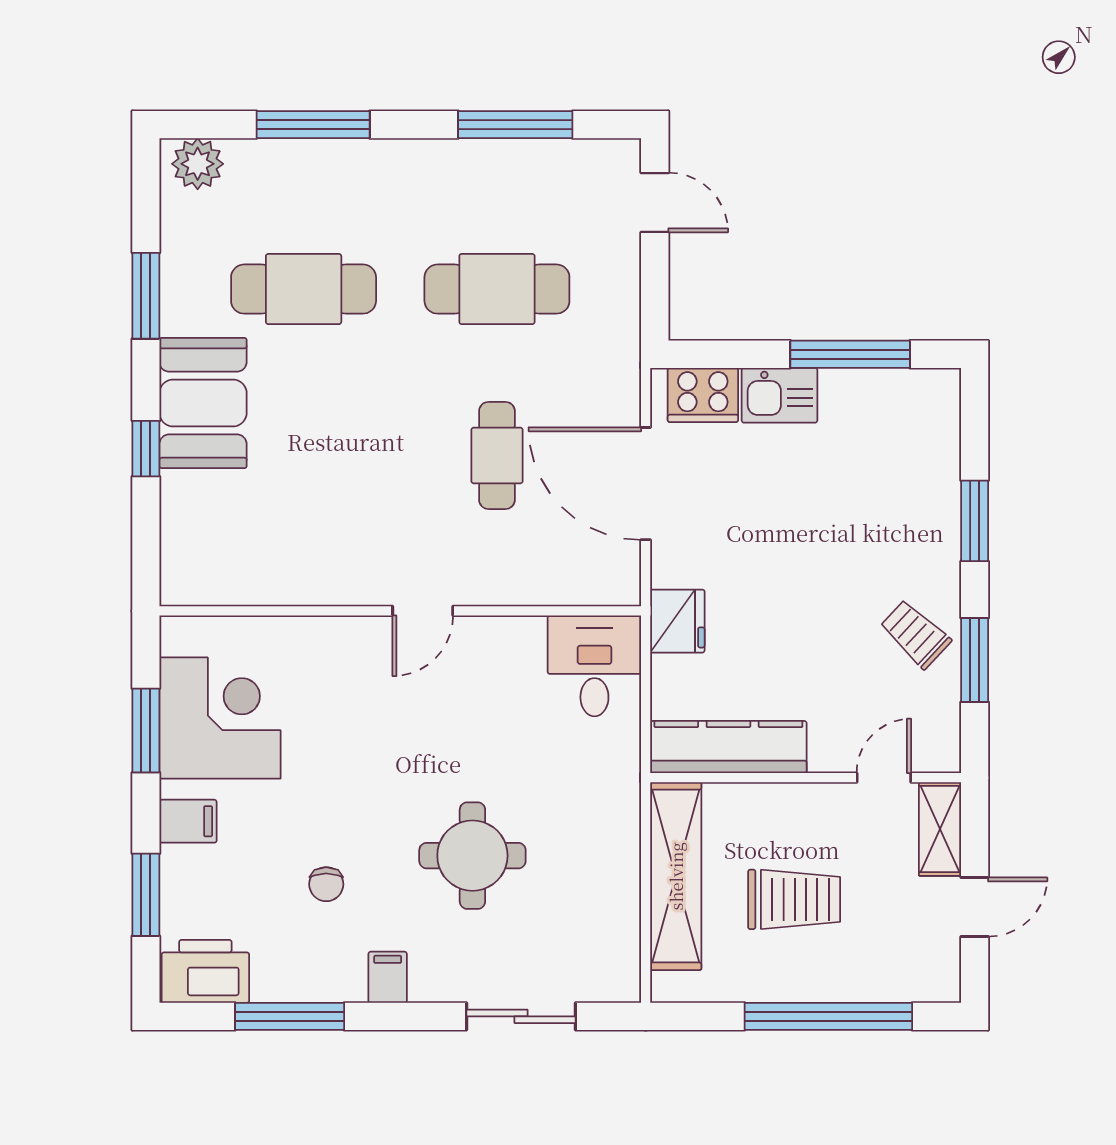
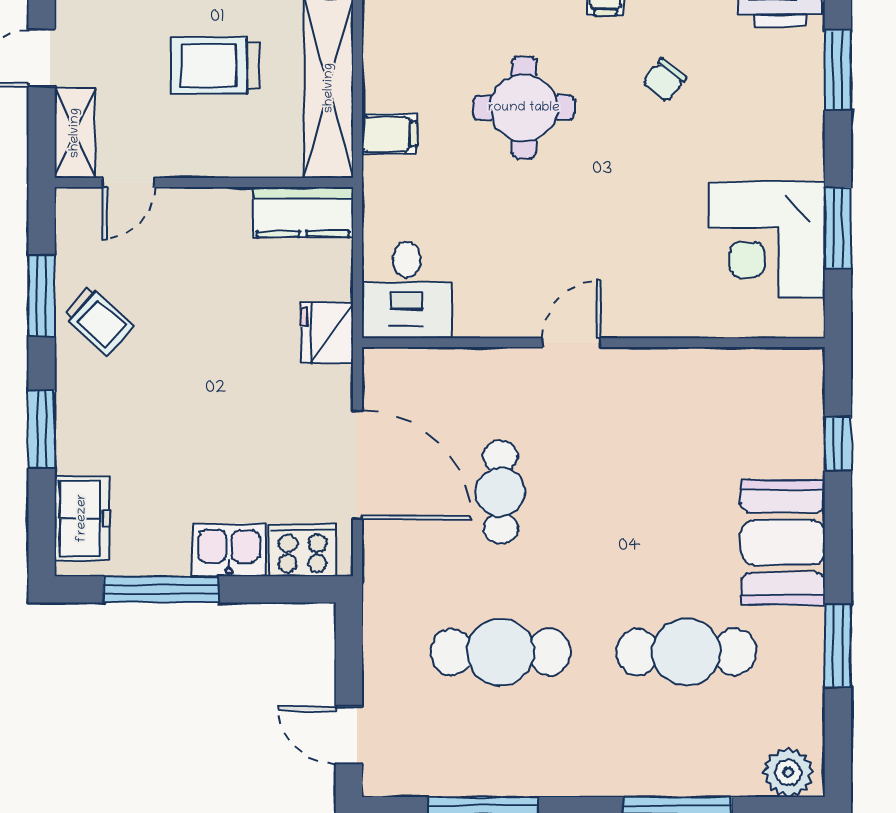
freezer: (932, 428) -> (82, 518), added
window: (146, 449) -> (838, 444), moved
kitchen counter: (728, 747) -> (303, 212), width x0.67
filing cabinet: (188, 821) -> (389, 134), moved, turned 180
chair: (326, 884) -> (665, 80), turned -143

